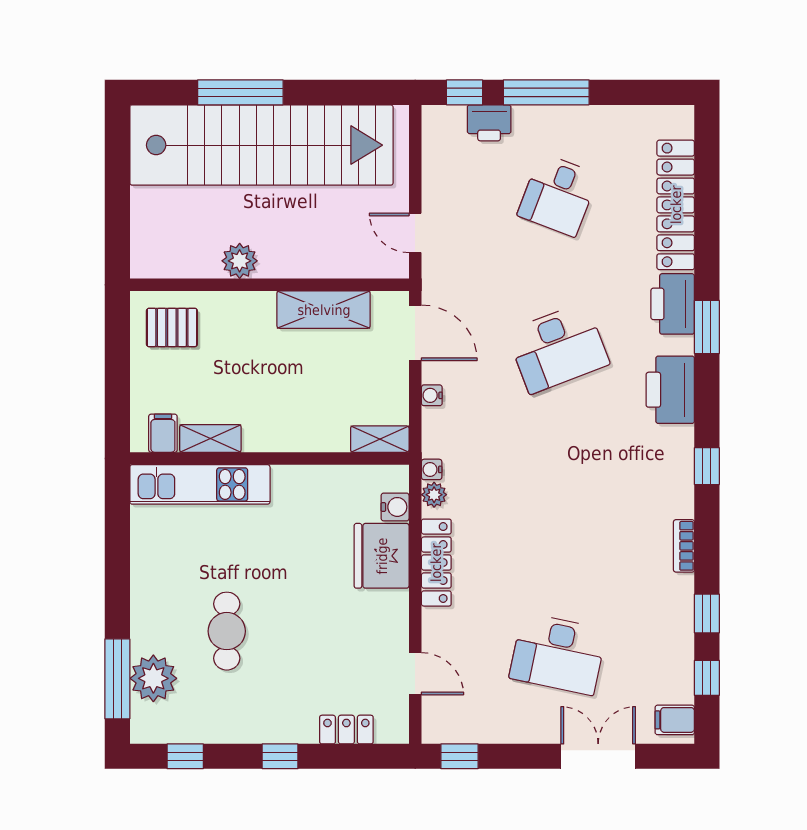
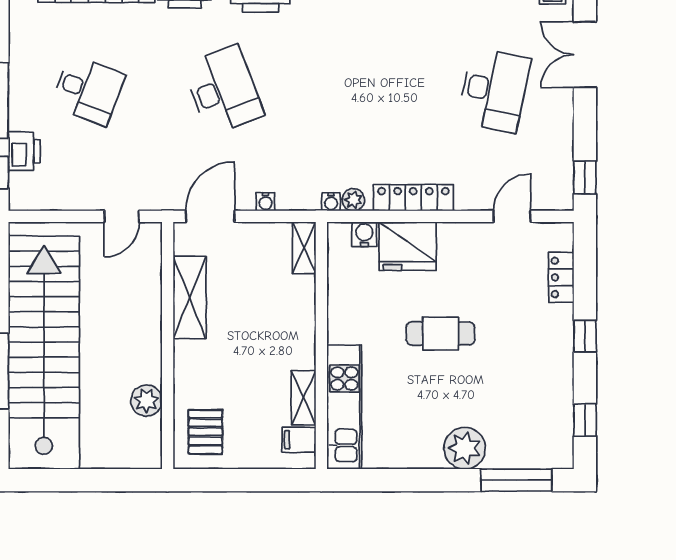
plant: (240, 261) -> (146, 401), moved
cafe table: (227, 631) -> (440, 334), moved
plant: (153, 678) -> (465, 448), moved

